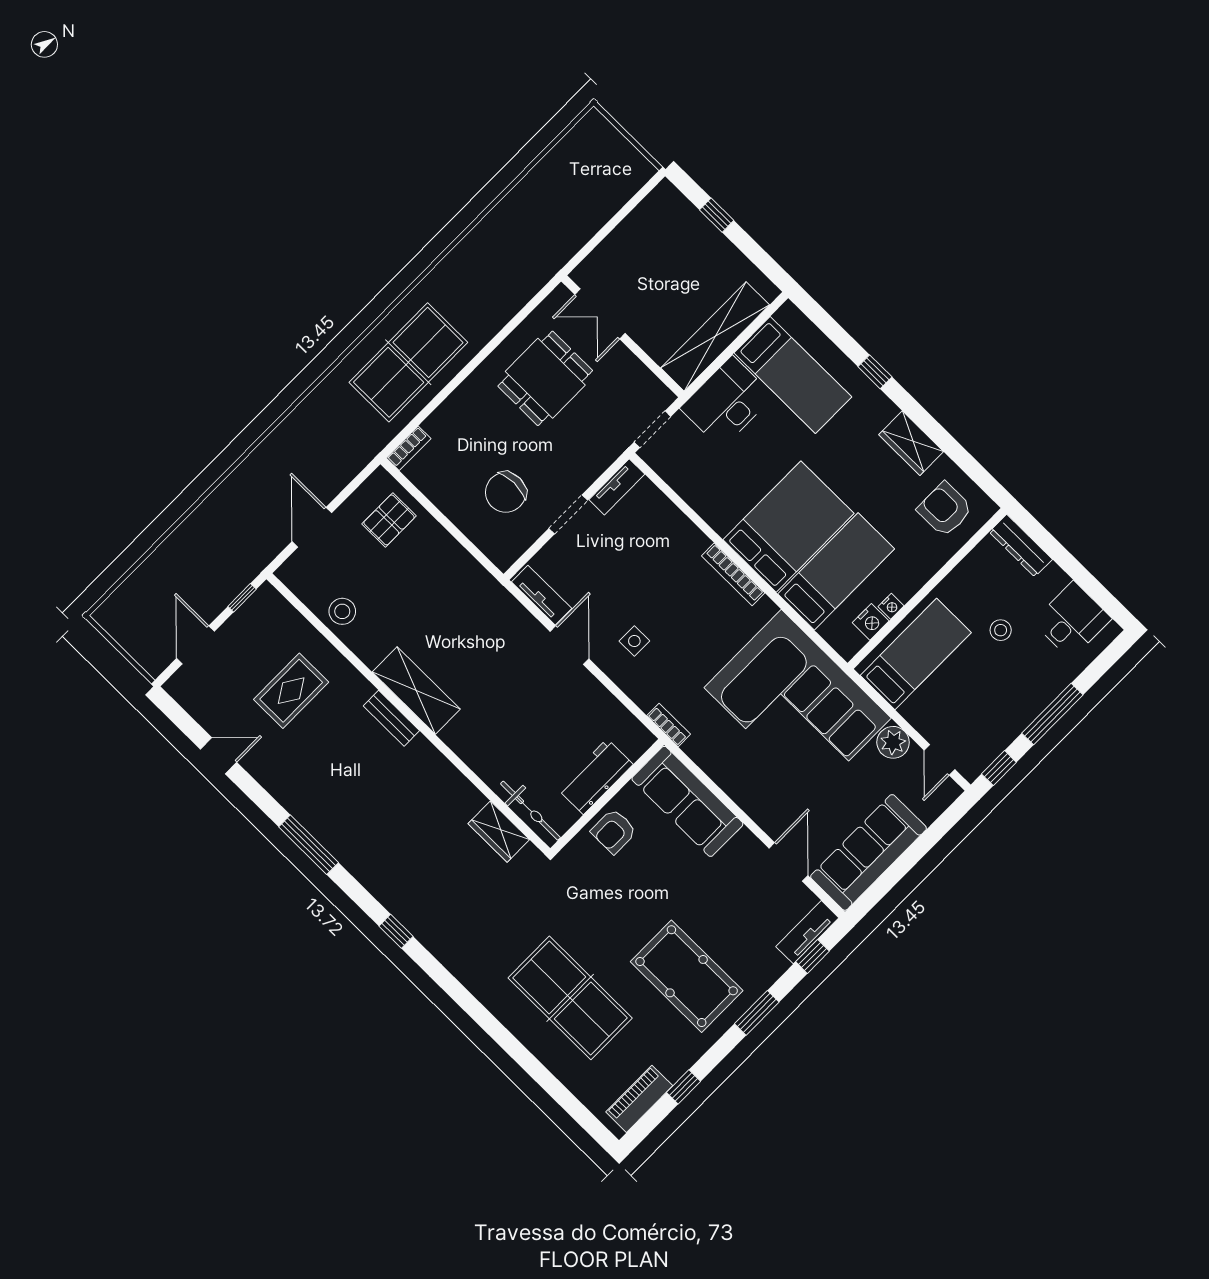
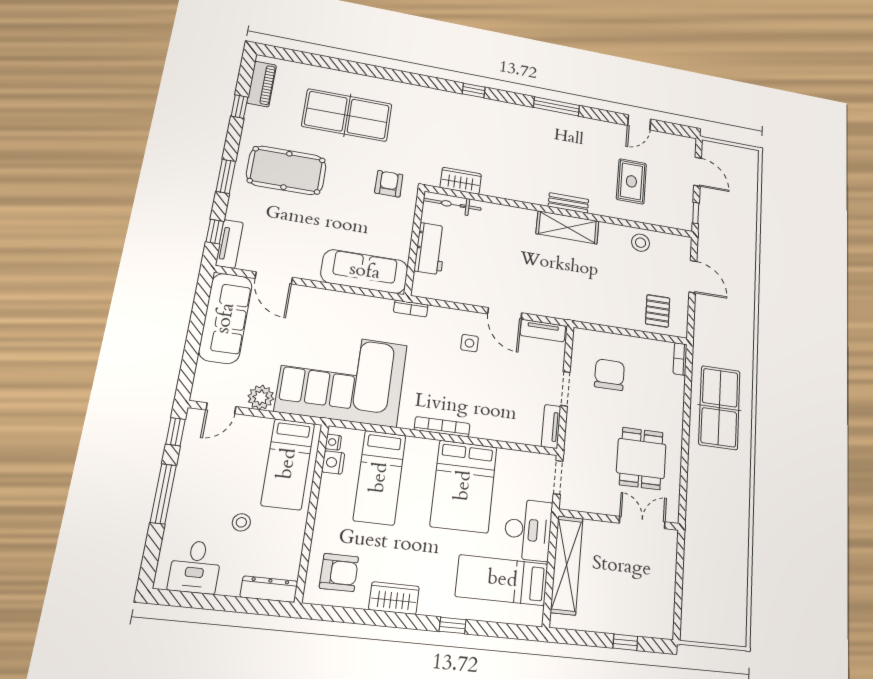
bed: (789, 527) -> (464, 486), moved
nightstand: (891, 606) -> (333, 442), moved
door: (940, 760) -> (221, 408), swing flipped
armchair: (614, 831) -> (389, 184), moved

